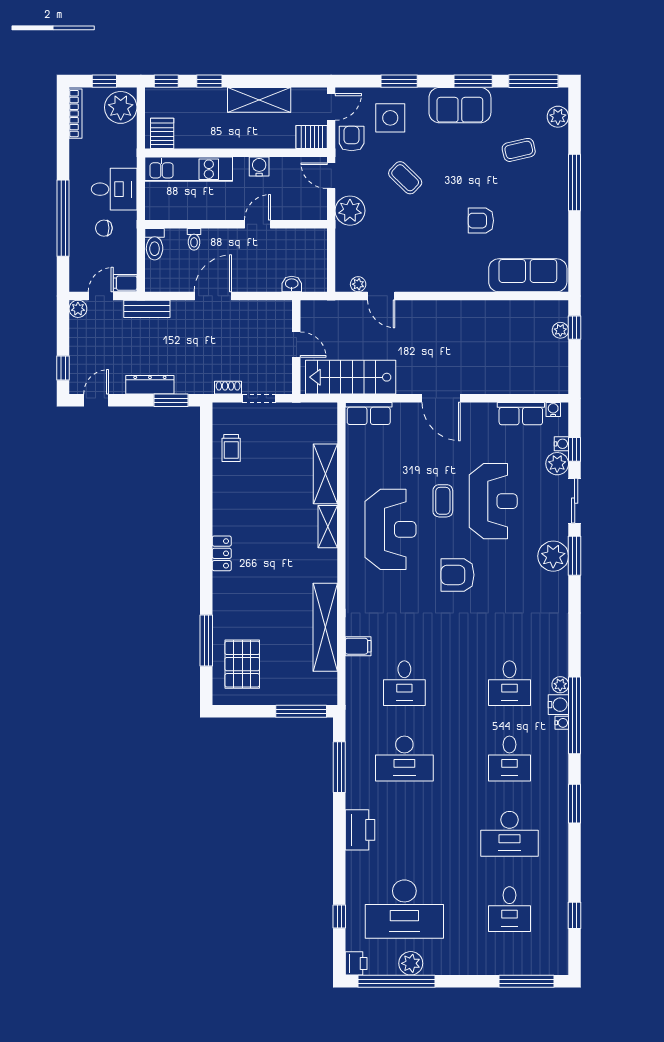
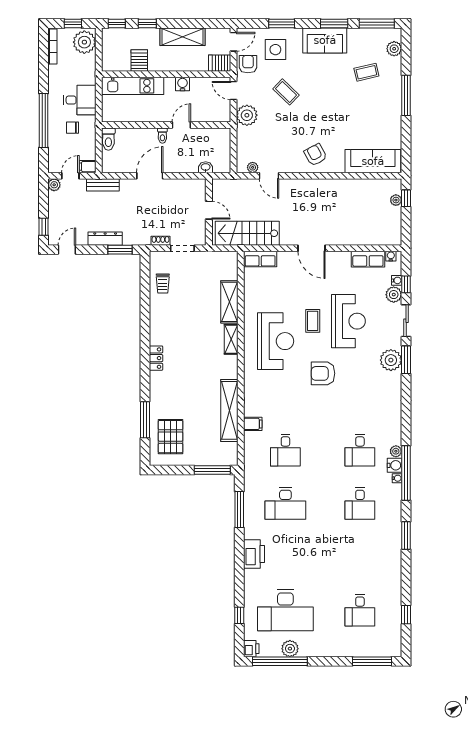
server rack: (162, 133) -> (139, 61), moved
armchair: (481, 221) -> (315, 155), moved, turned 62
toilet: (194, 239) -> (162, 136), moved
desk: (509, 834) -> (360, 557), removed

